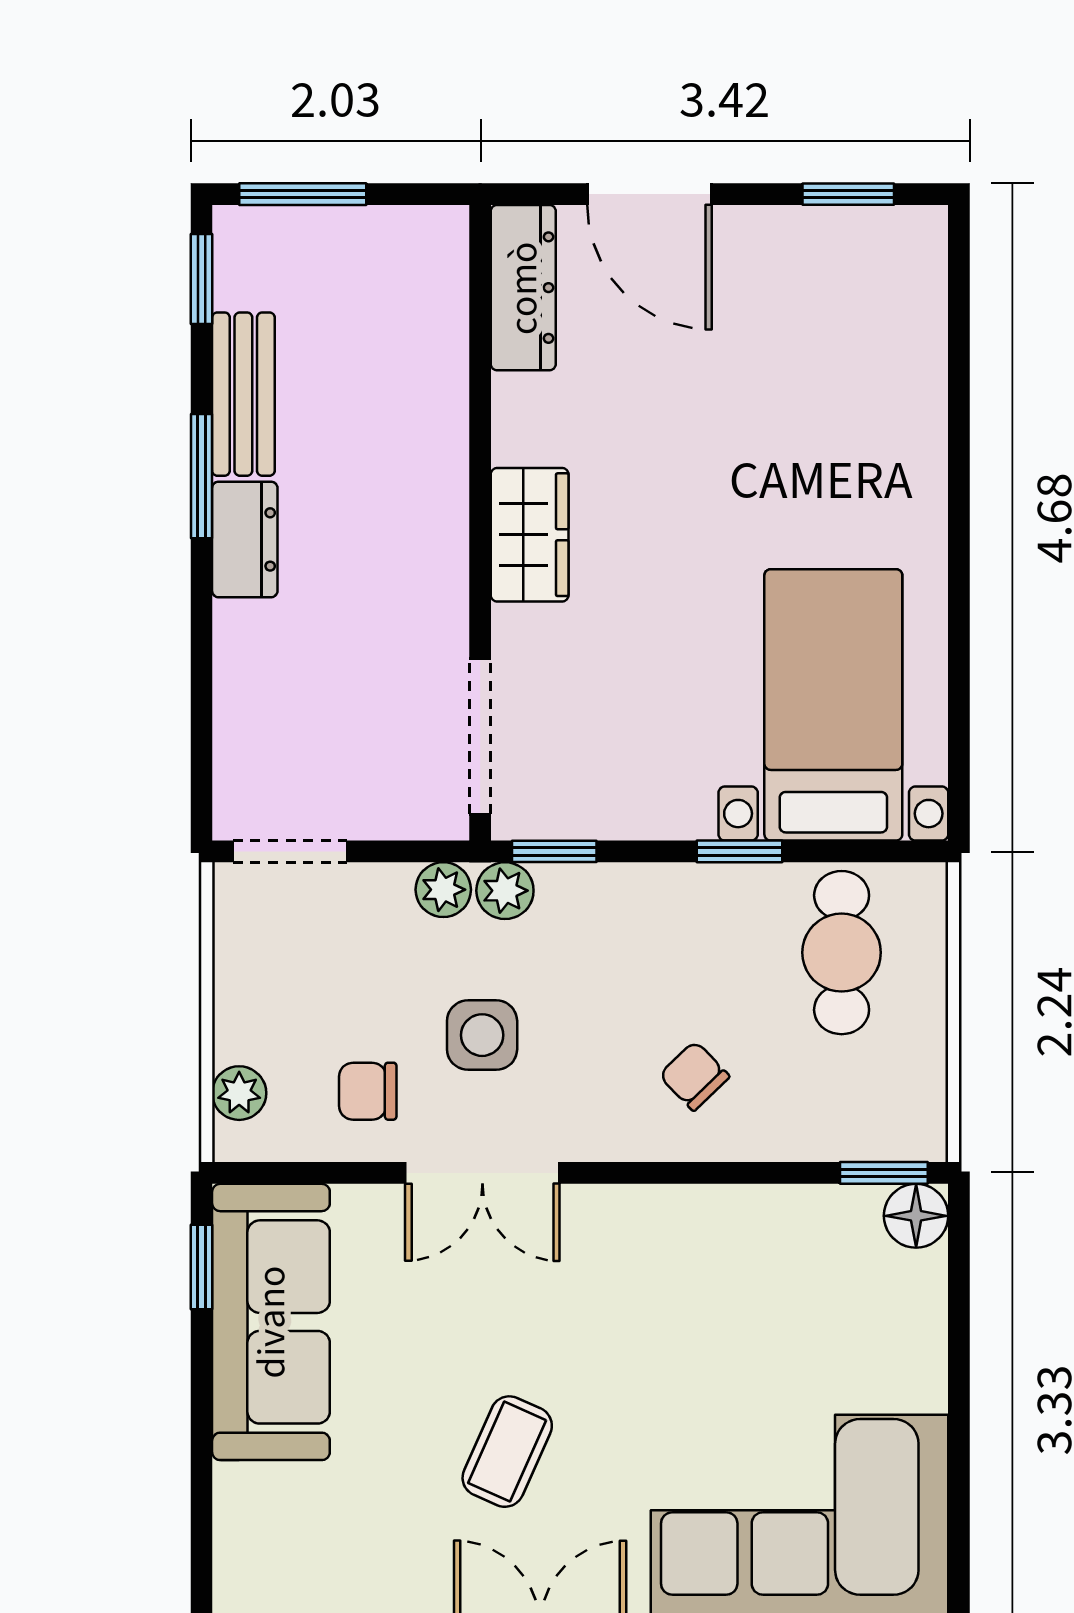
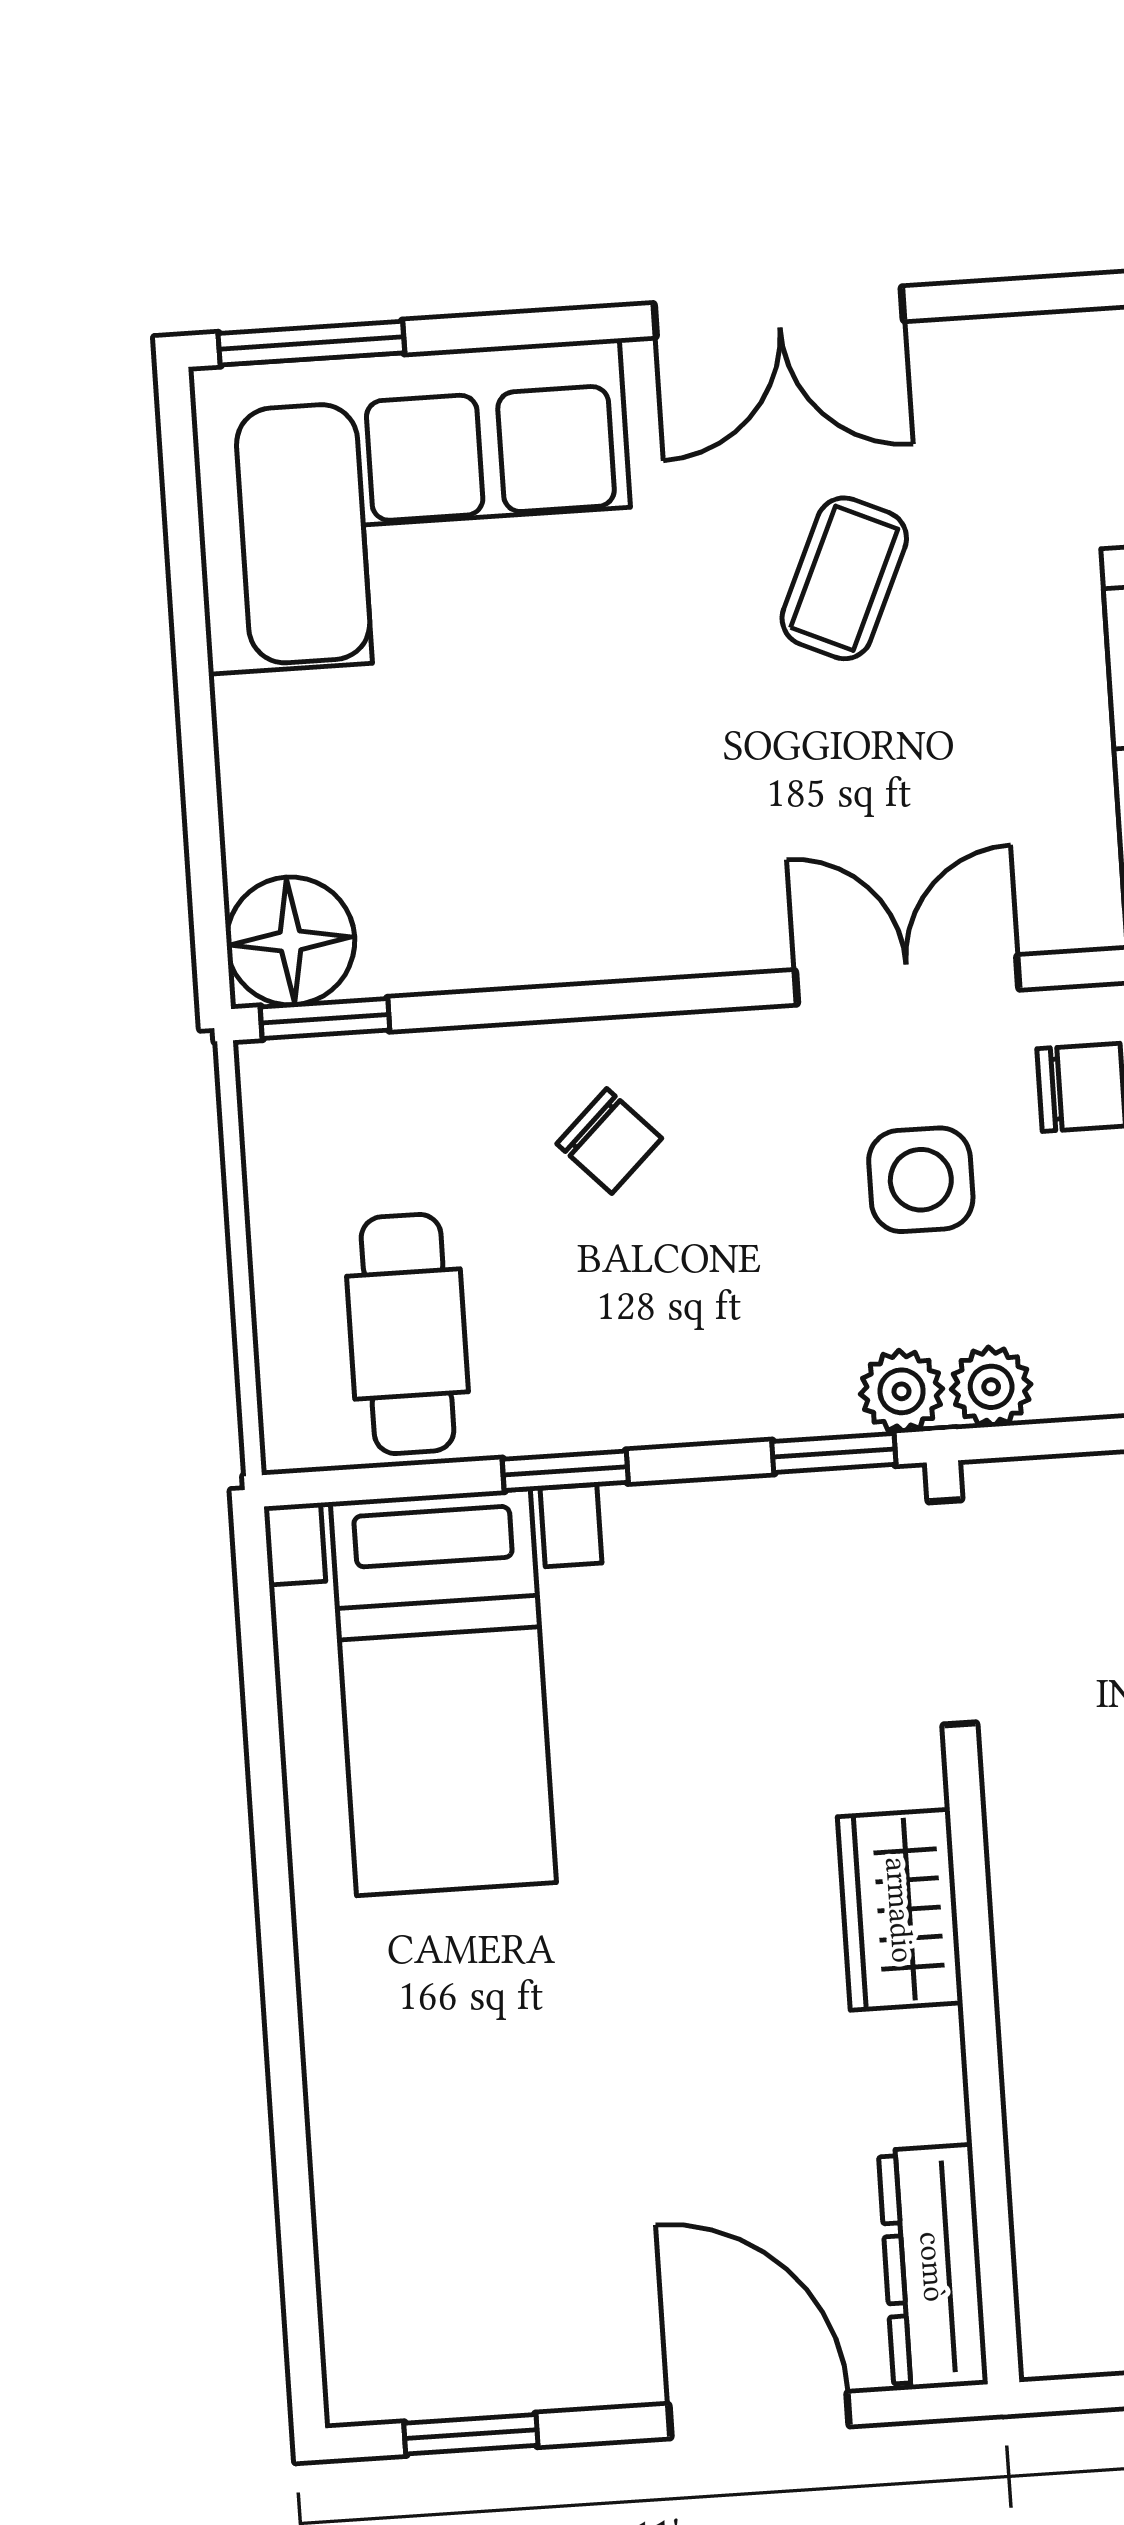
floor lamp: (916, 1216) -> (291, 941), width x1.38, depth x1.38

